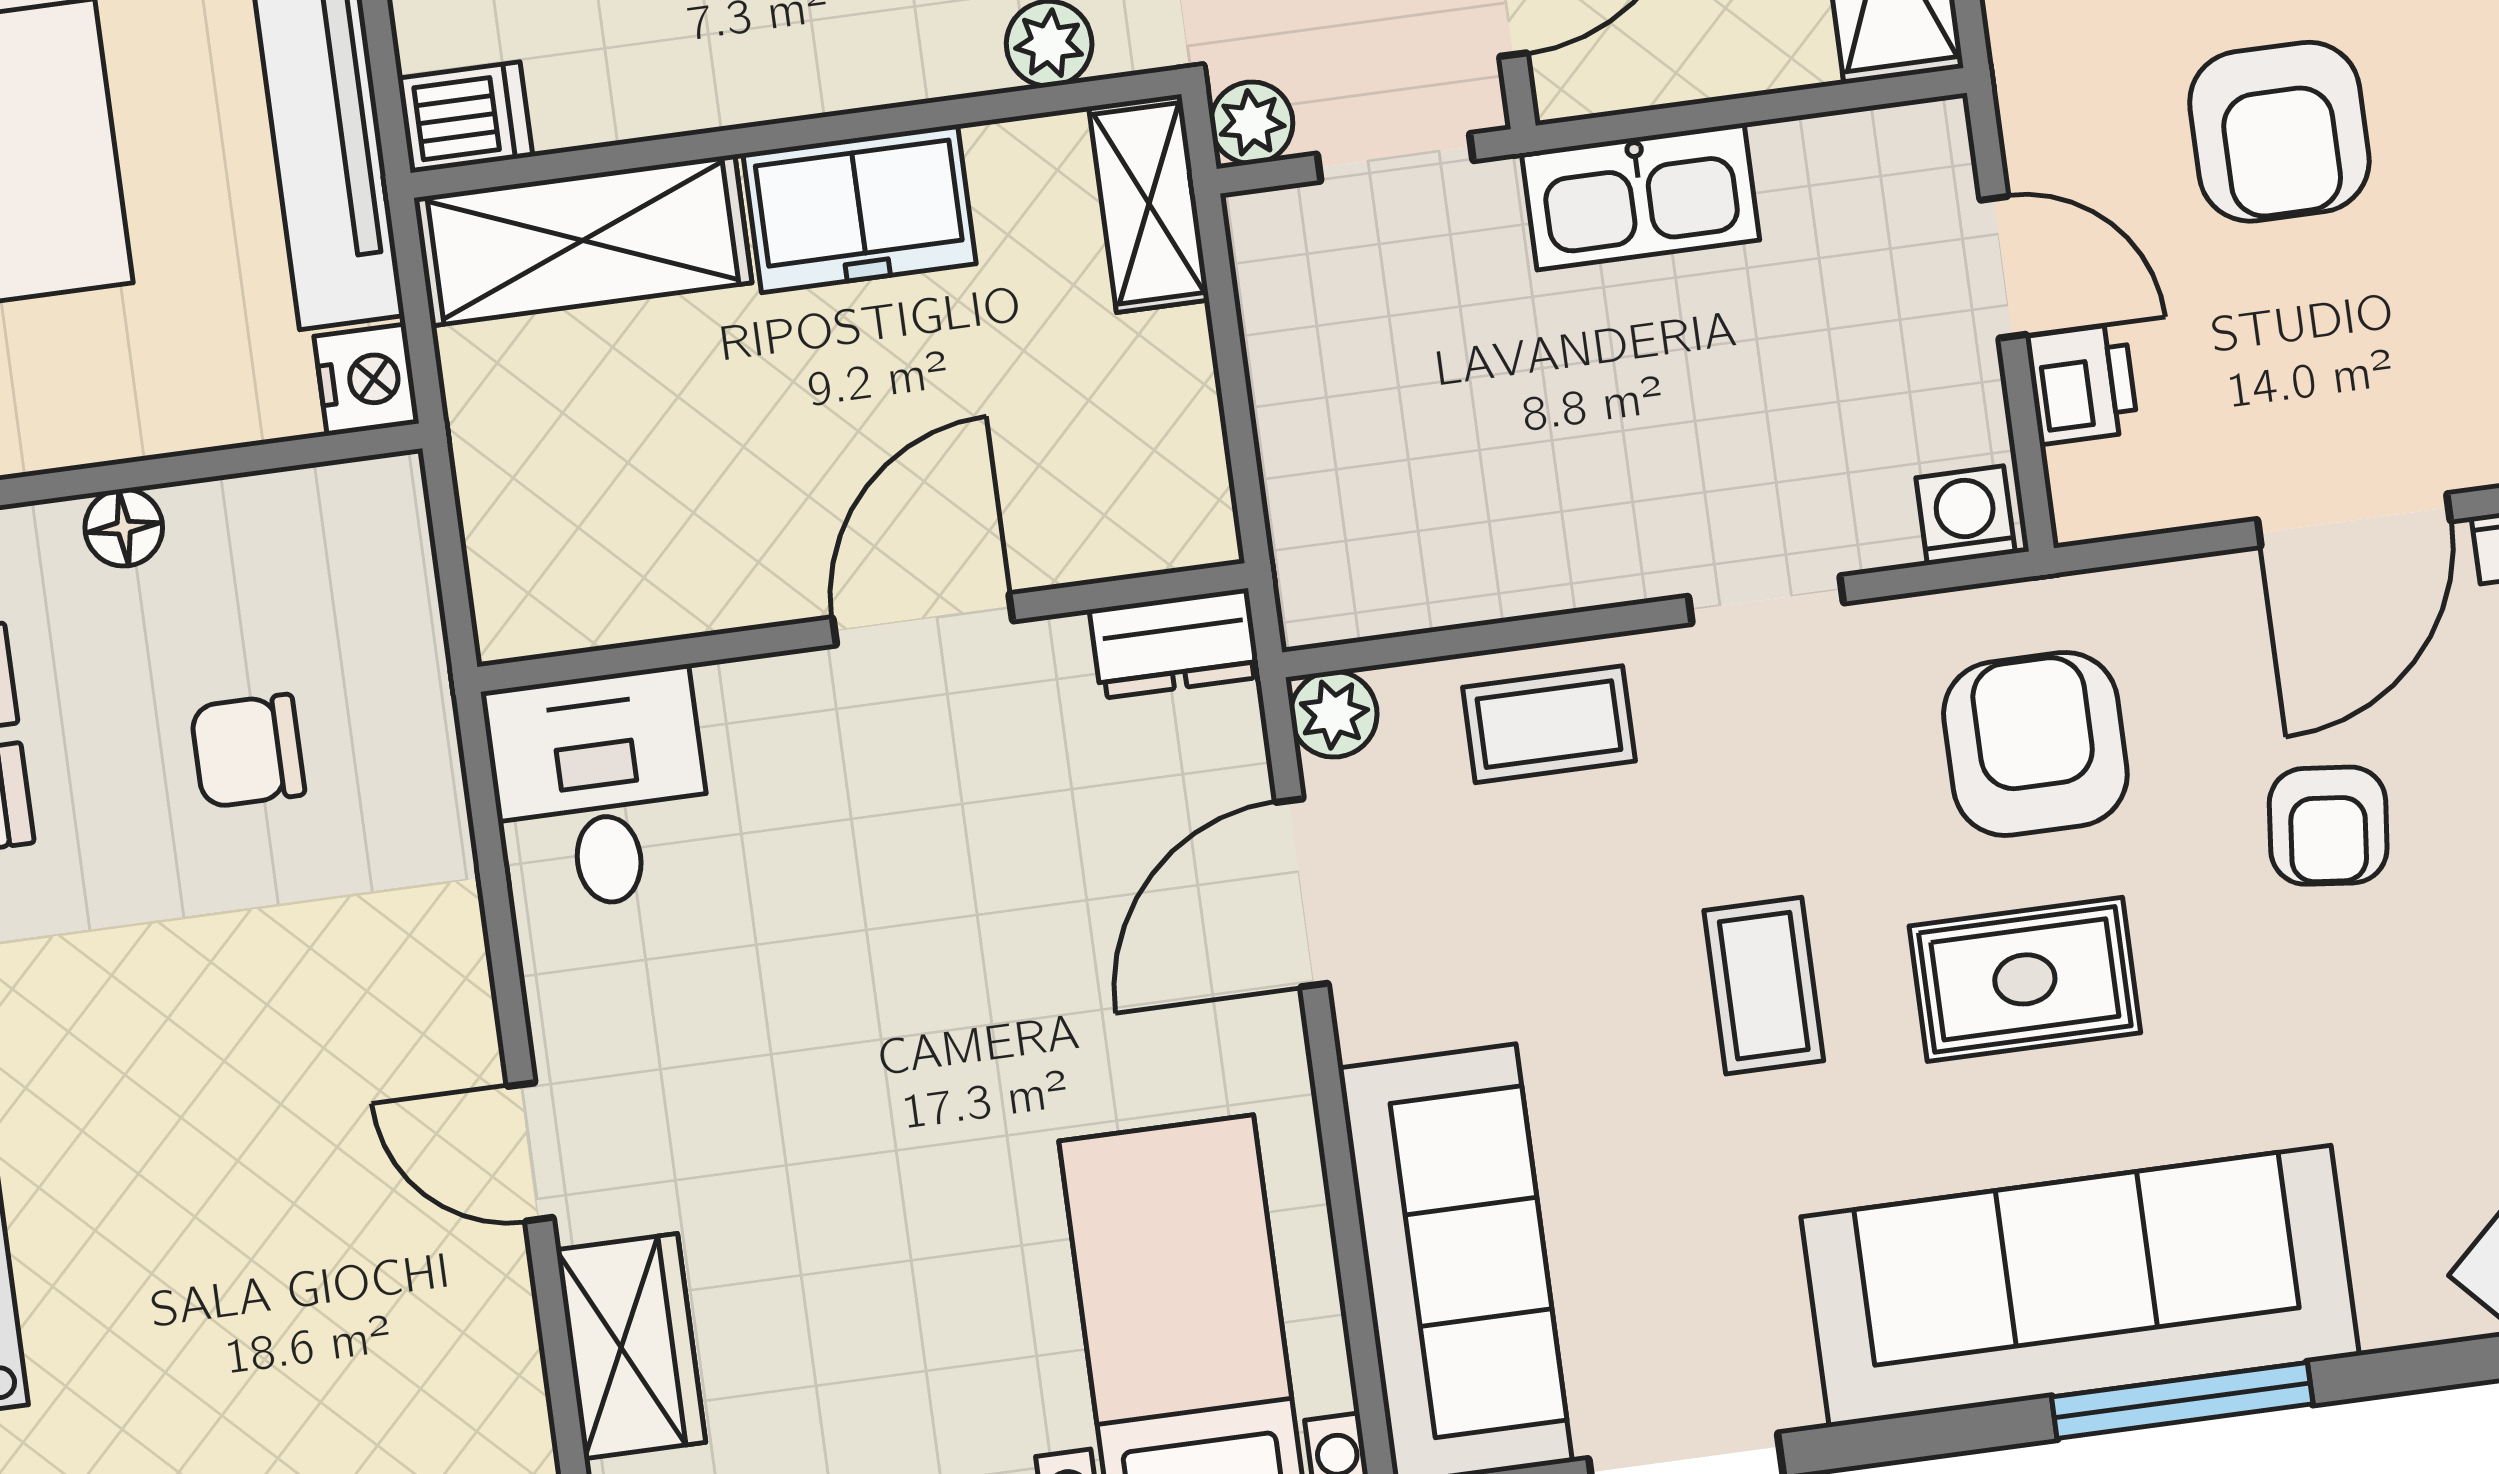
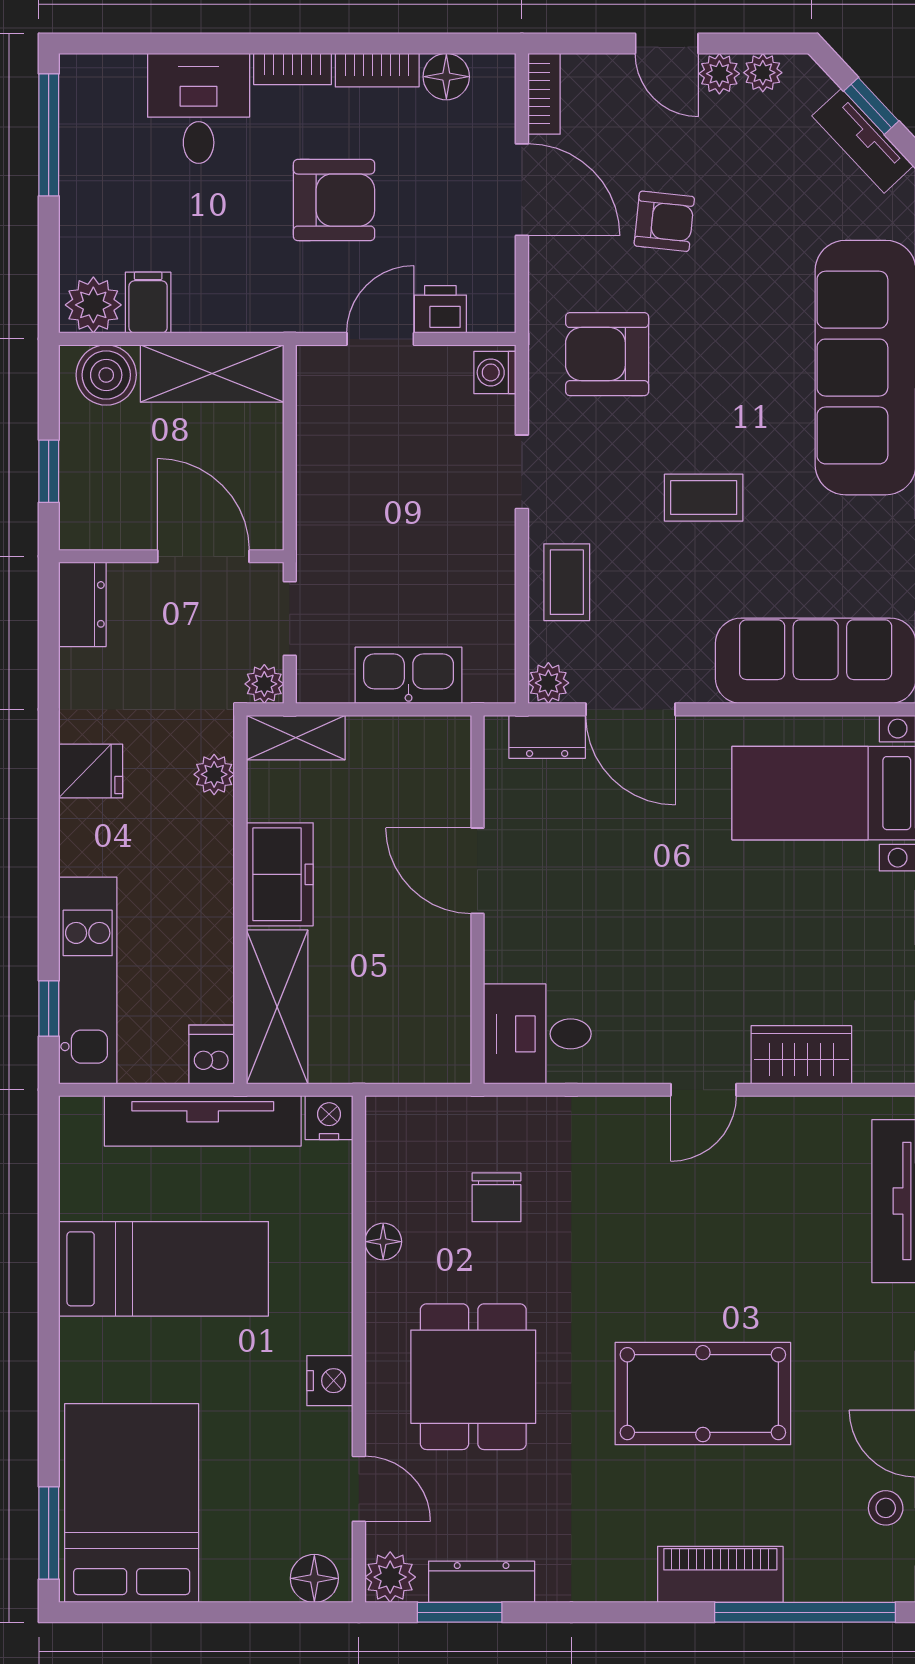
kitchen sink: (1640, 197) -> (409, 675), moved, turned -90
dresser: (1175, 643) -> (547, 737), moved, turned 90
rug: (2025, 979) -> (717, 374), removed

